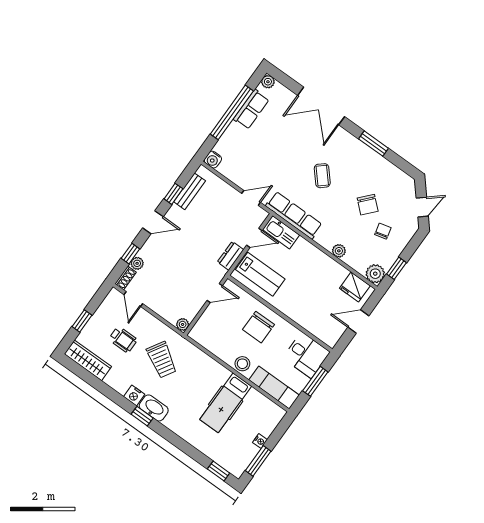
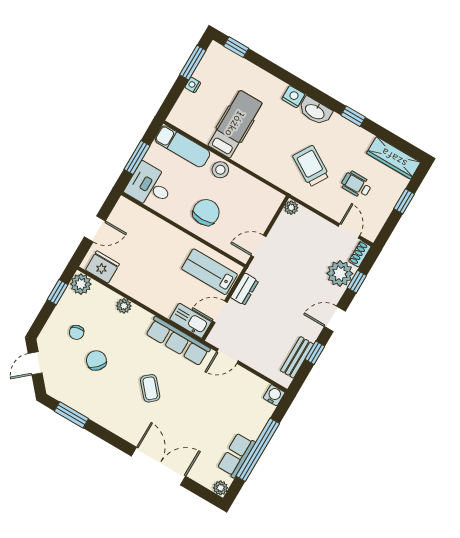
window: (373, 144) -> (71, 415), moved
plant: (137, 263) -> (340, 274), width x1.87, depth x1.87
nightstand: (134, 395) -> (293, 97), moved
window: (142, 416) -> (353, 116), moved

